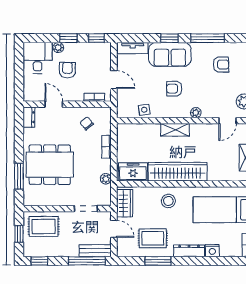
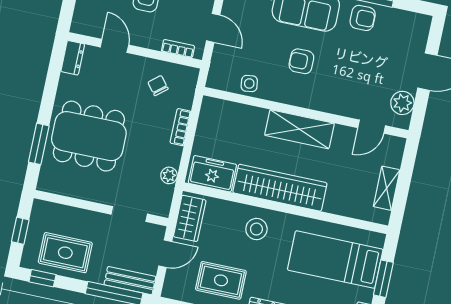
armchair: (221, 65) -> (363, 18), moved
plant: (196, 113) -> (326, 104), removed
shelving: (175, 130) -> (299, 129), width x1.50, depth x1.33
rug: (44, 227) -> (65, 253), moved
door: (114, 229) -> (165, 254), hinge flipped

